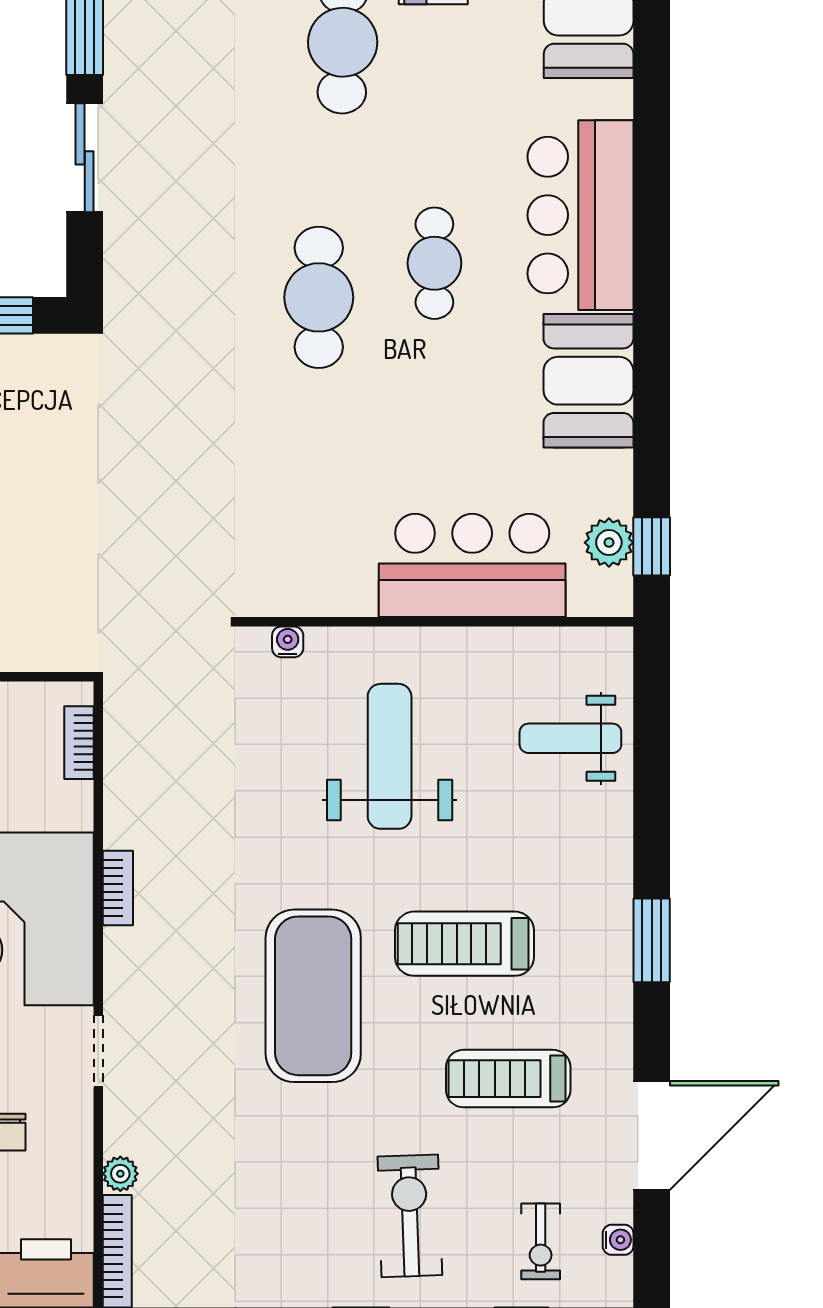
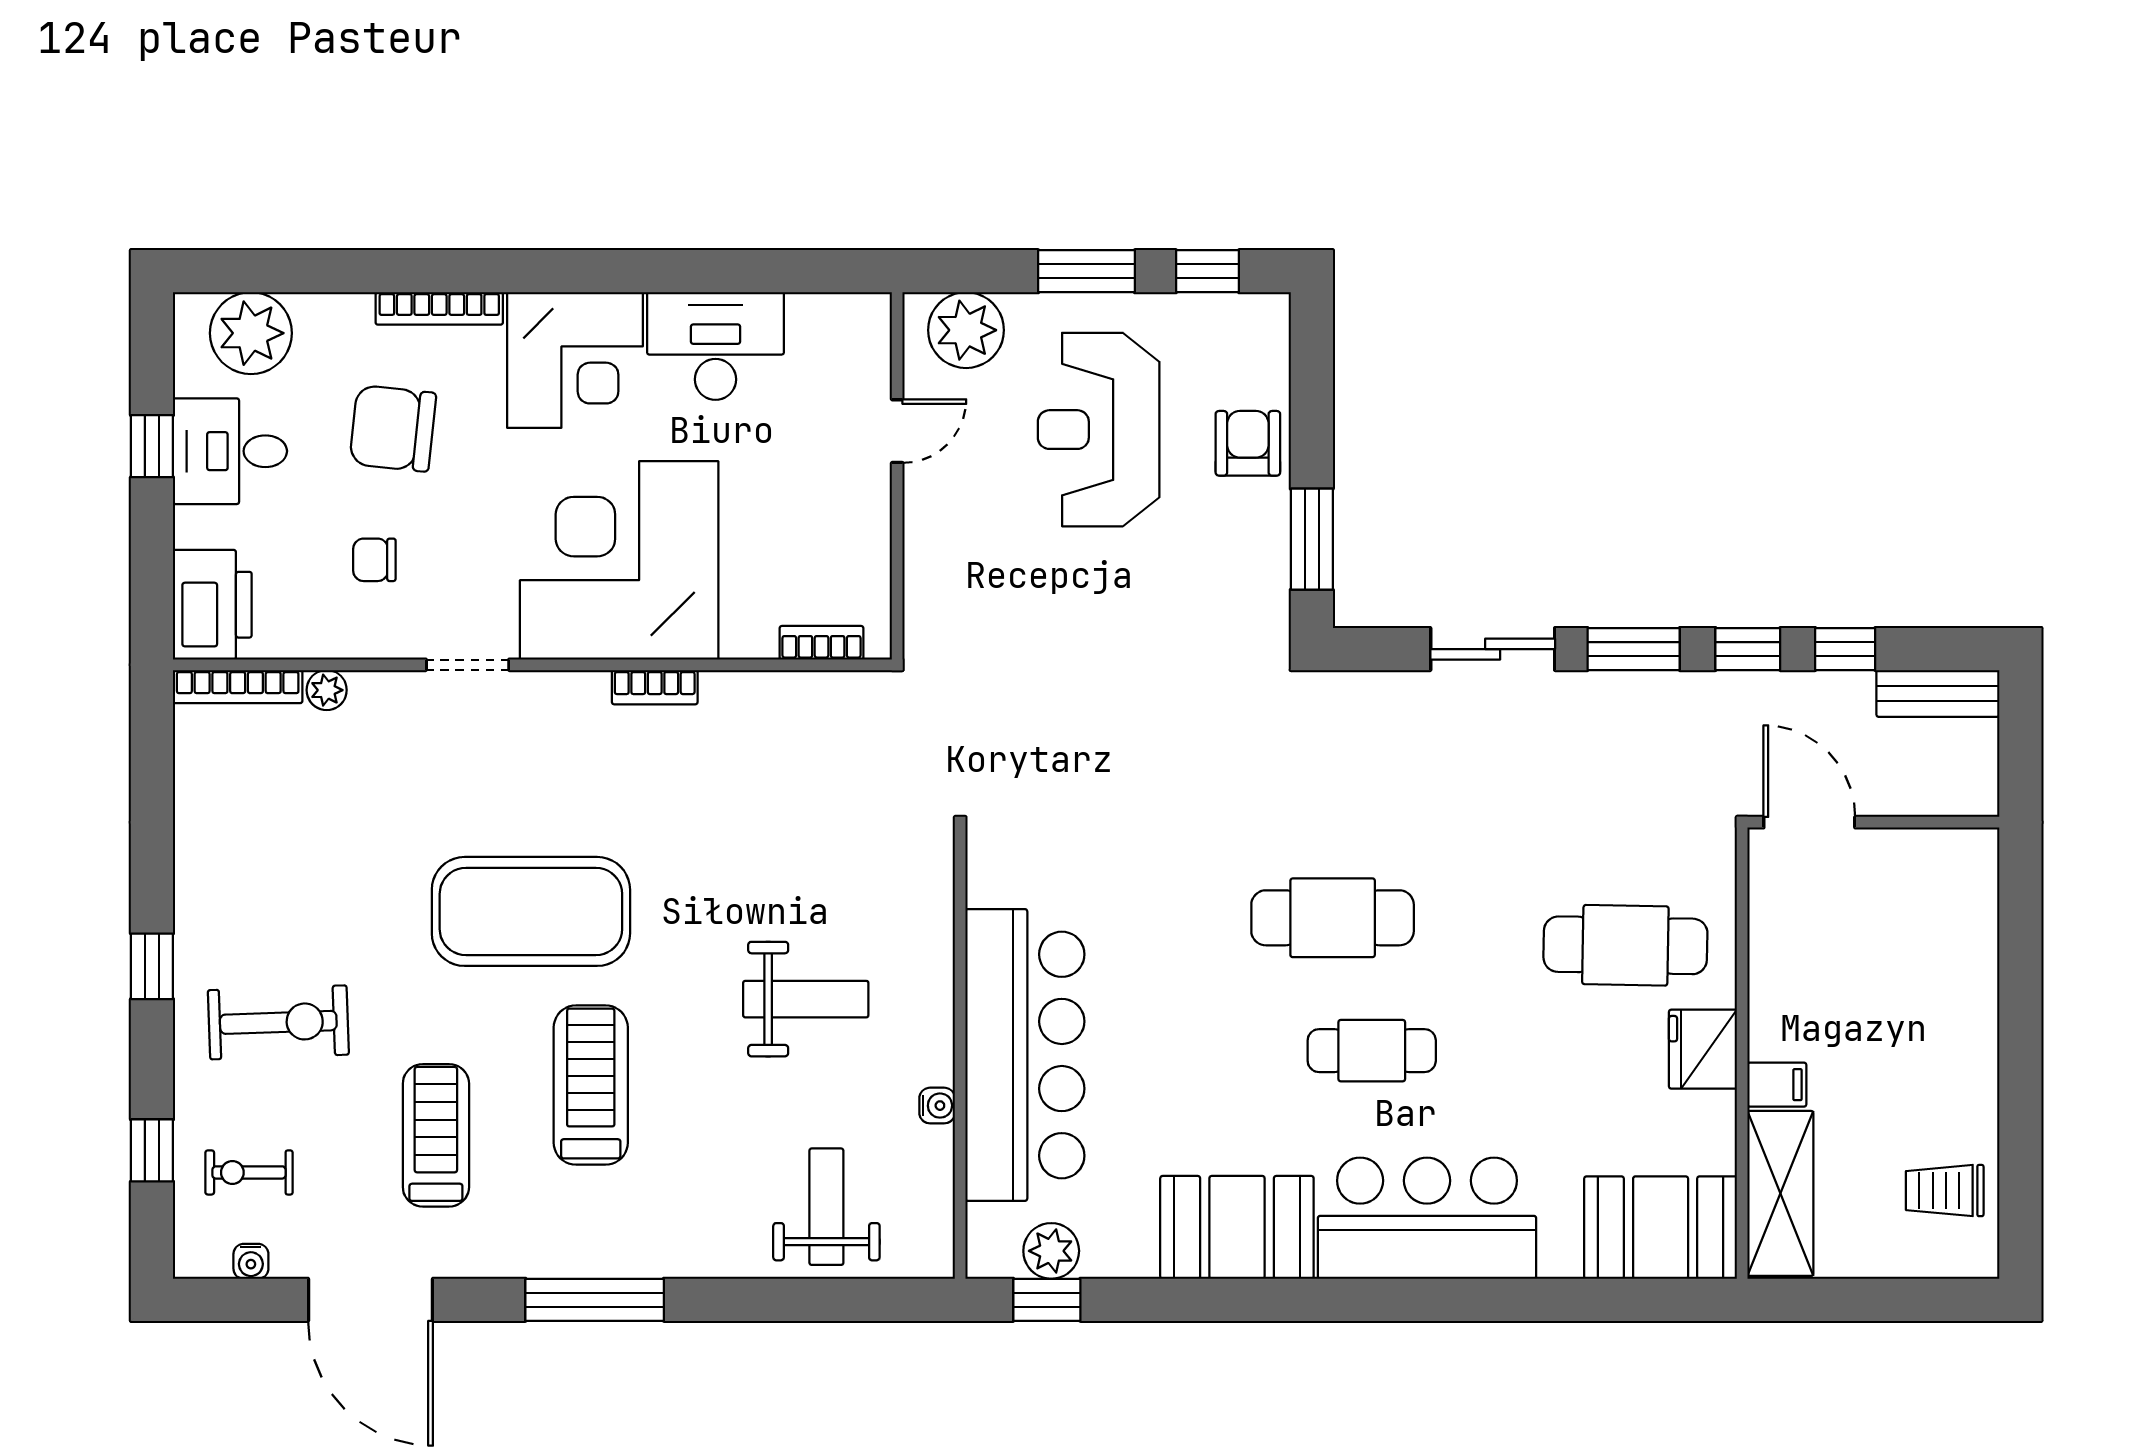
bar counter: (472, 565) -> (1025, 1055), width x1.36
water cooler: (288, 642) -> (937, 1106), moved
weight bench: (390, 756) -> (806, 999), width x0.73, depth x0.75
window: (652, 940) -> (595, 1300), width x1.44

